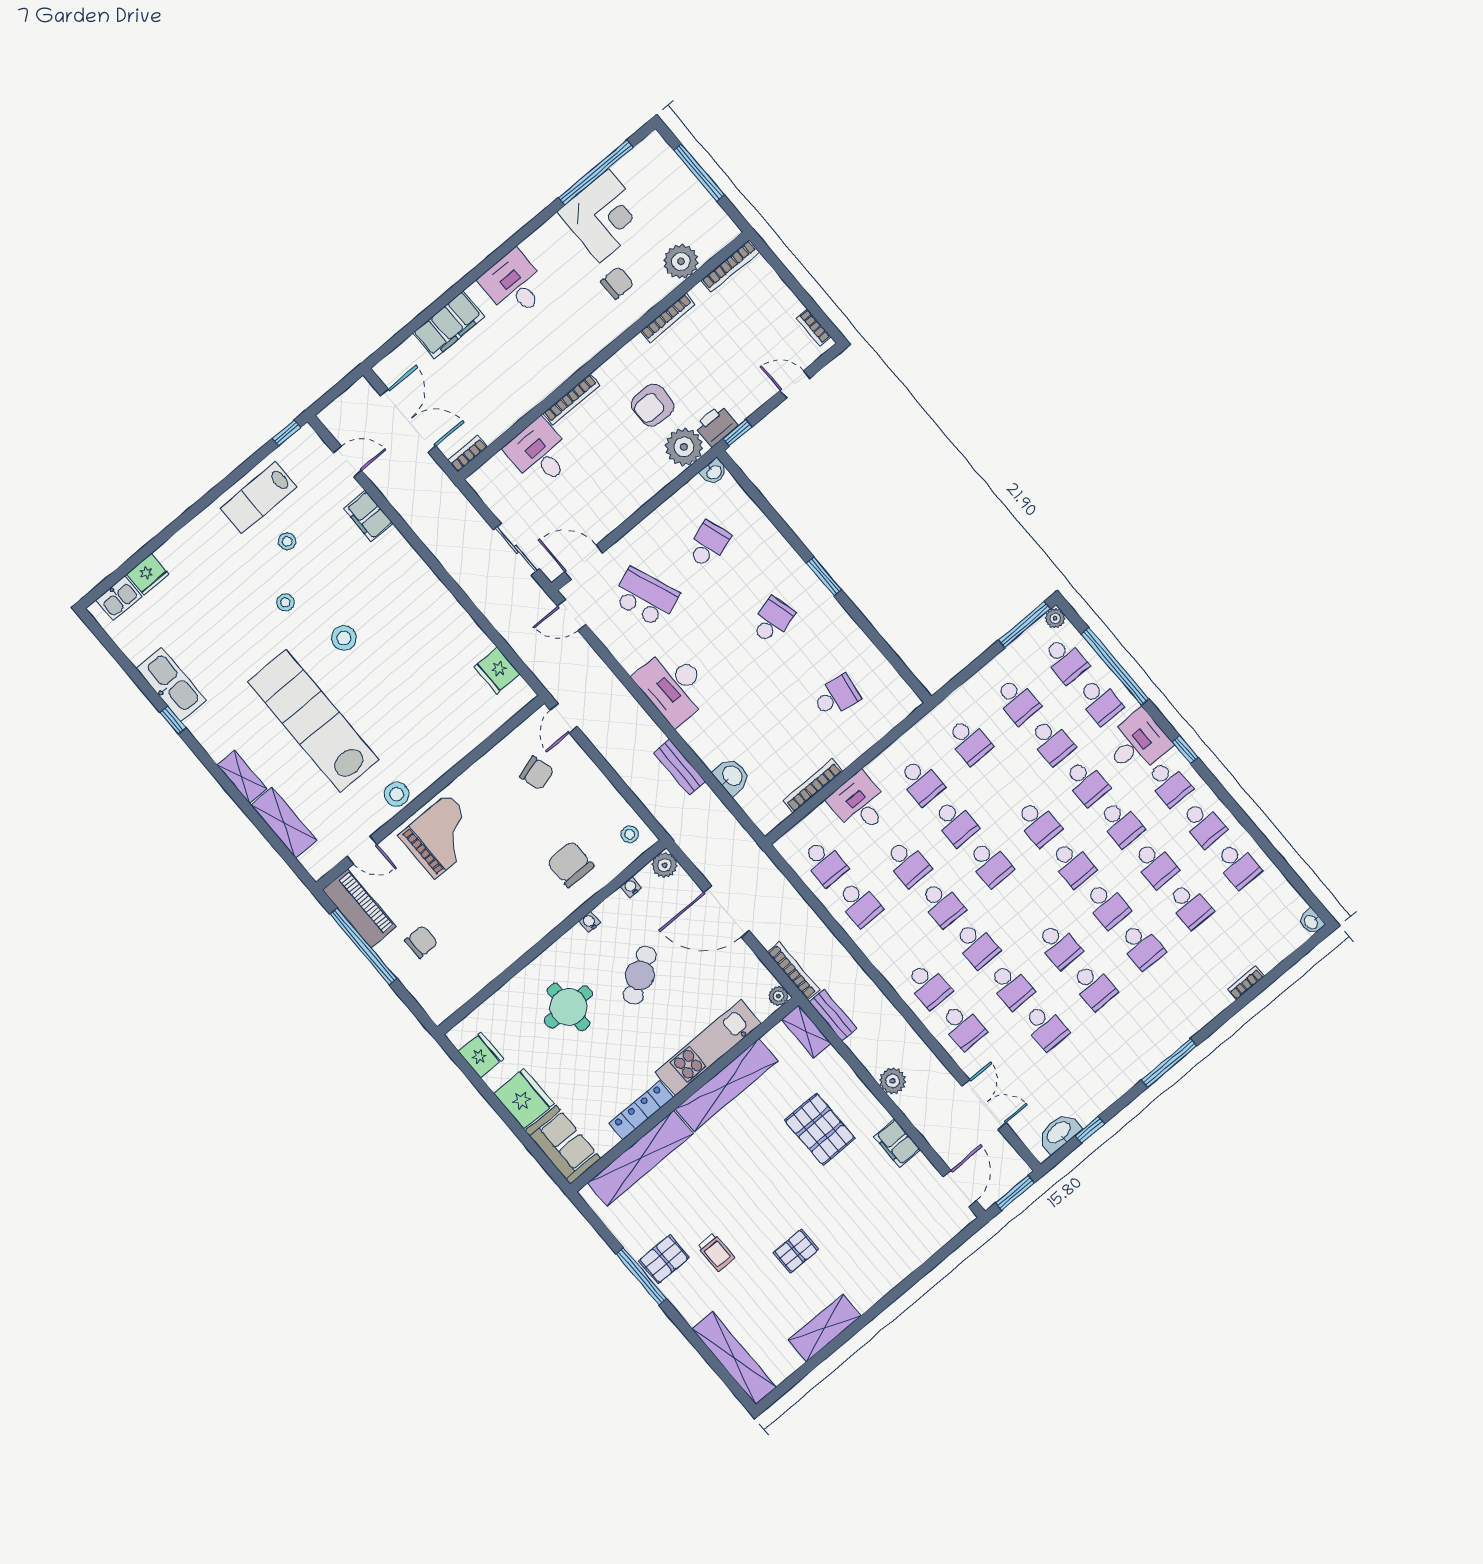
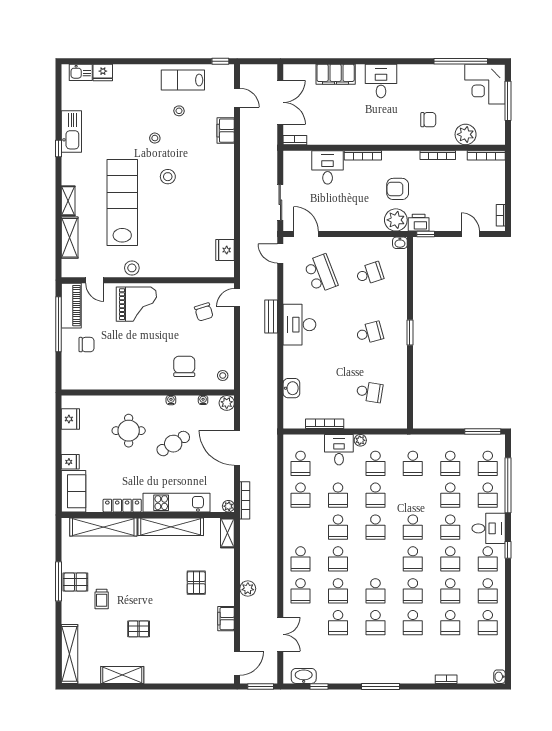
corner desk: (604, 216) -> (485, 84), moved, turned 90
plant: (1055, 618) -> (360, 440), moved
bench: (680, 767) -> (271, 317), moved
bench: (833, 1015) -> (246, 536), removed
fridge: (524, 1099) -> (70, 462), width x0.53, depth x0.75
pallet: (820, 1129) -> (196, 583), width x0.67, depth x0.71

